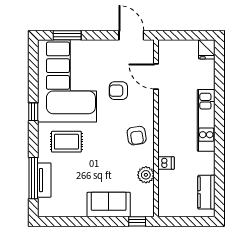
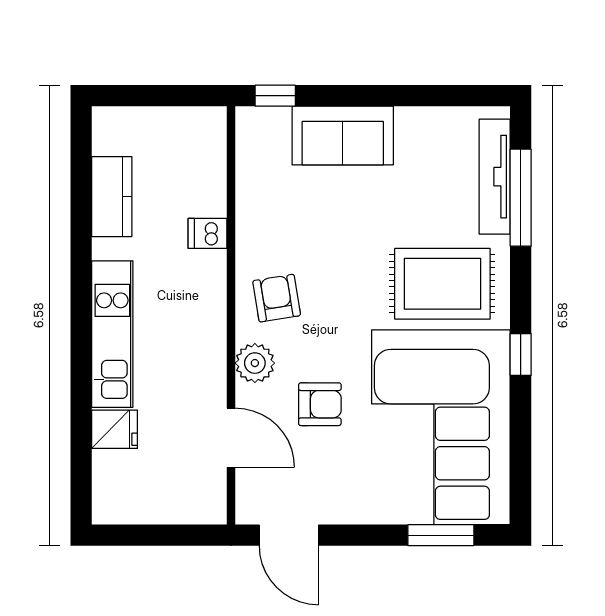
fridge: (207, 49) -> (115, 429), moved, turned 90
rug: (66, 142) -> (442, 284), width x1.36, depth x1.43
plant: (146, 175) -> (255, 363), moved
tv unit: (44, 180) -> (495, 177), width x1.41
kitchen counter: (206, 192) -> (112, 197), moved

